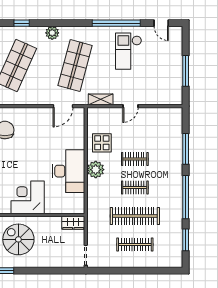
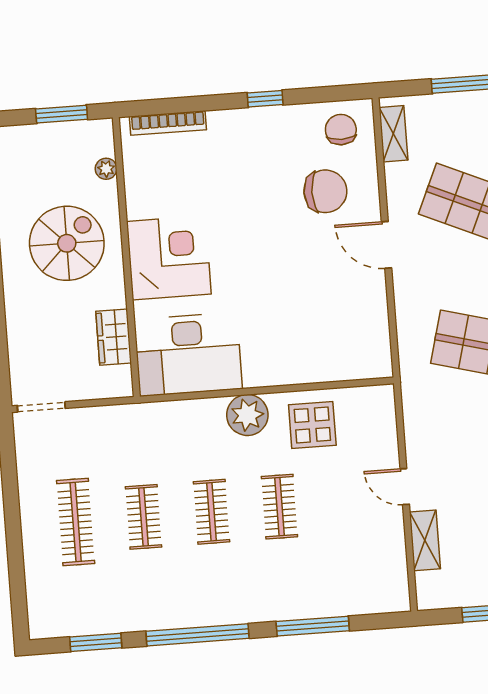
shelving: (101, 99) -> (425, 540), moved
door: (63, 106) -> (387, 245), moved
desk: (68, 171) -> (188, 354), moved
clothes rail: (135, 216) -> (144, 517), width x0.54, depth x0.76
wardrobe: (73, 223) -> (114, 337), moved

